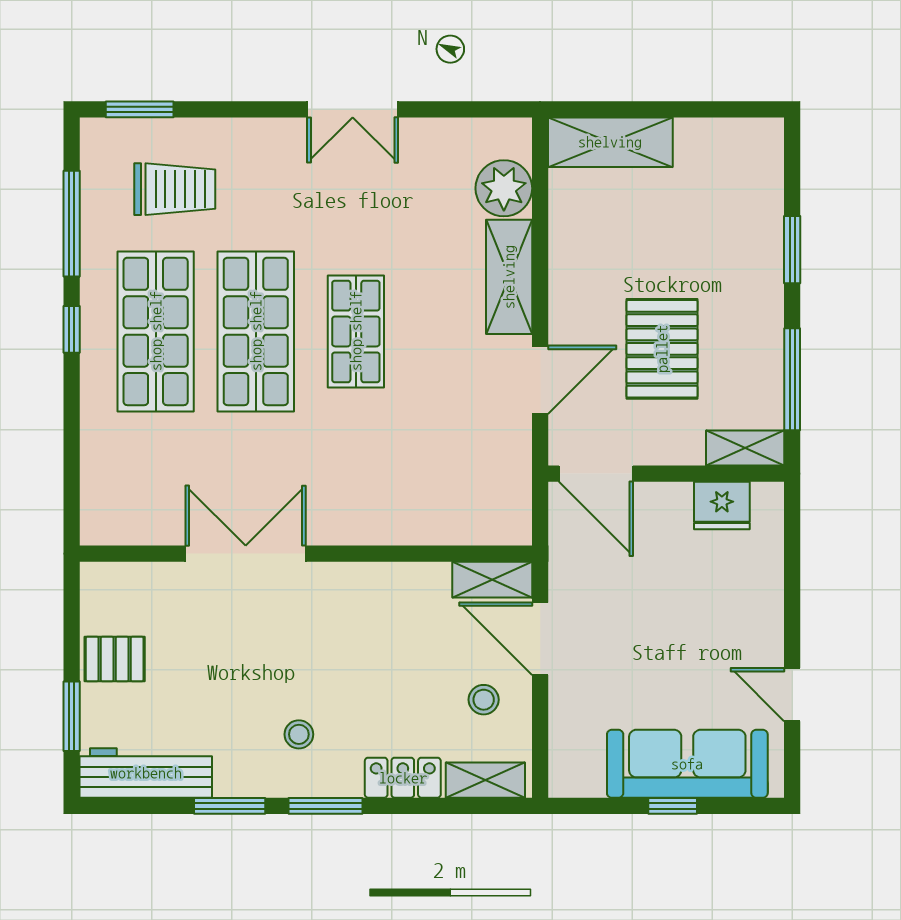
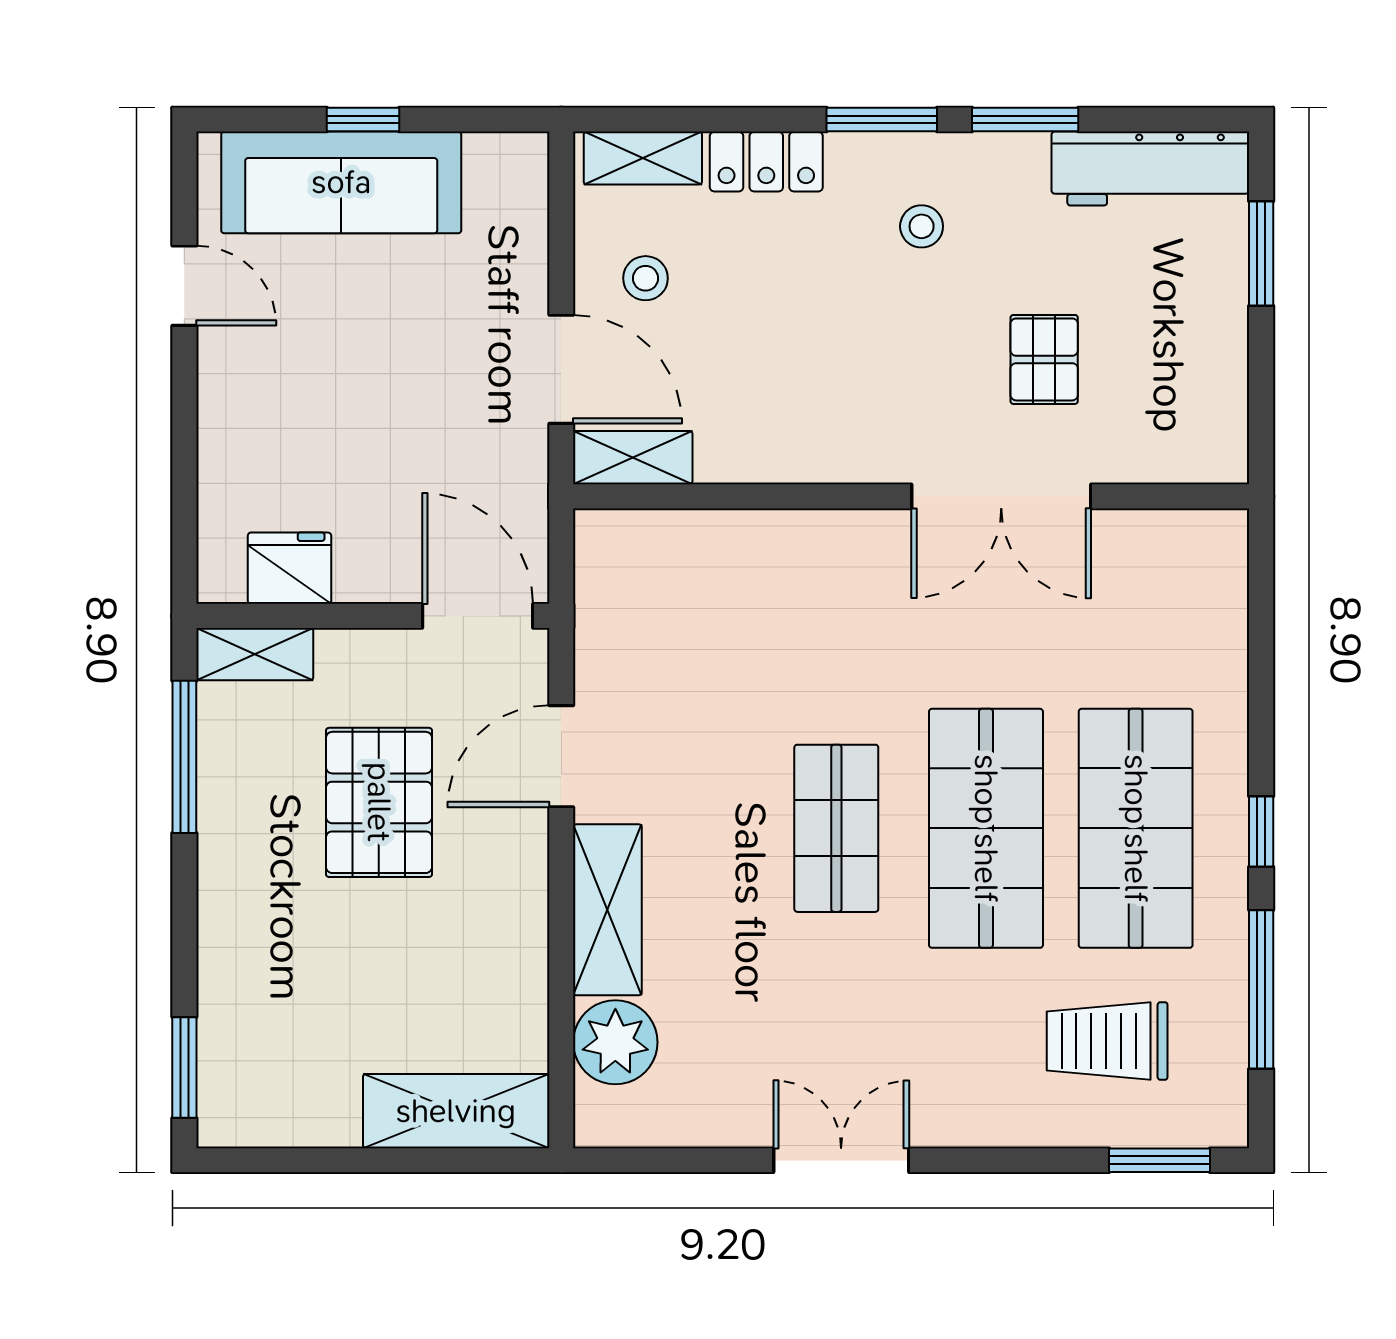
window: (792, 250) -> (184, 1067), moved
pallet: (115, 659) -> (1044, 359), moved, turned 90

